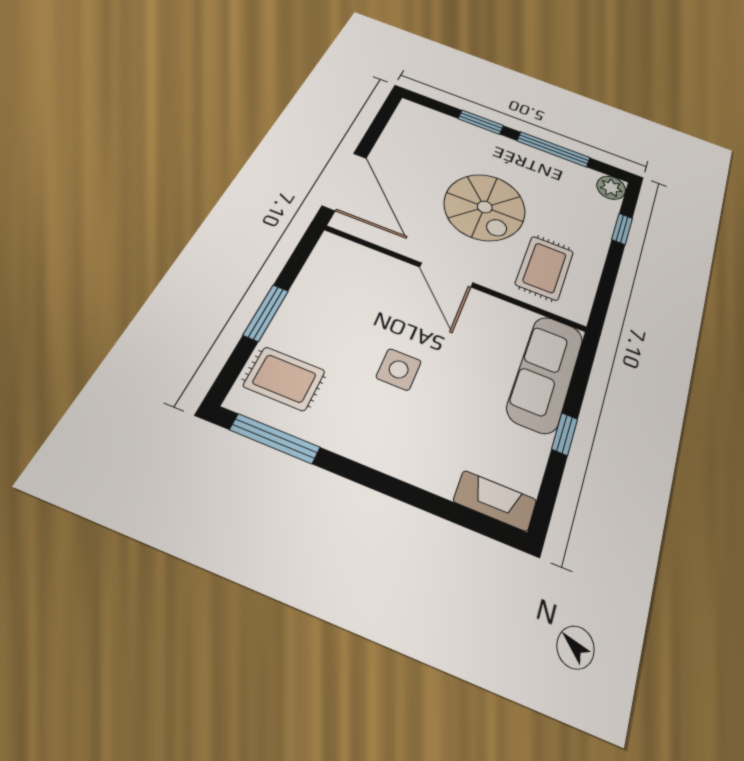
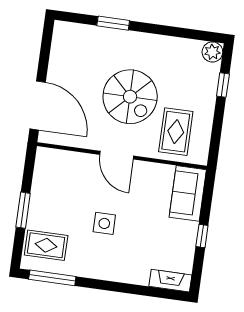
window: (553, 149) -> (168, 31), removed
sofa: (546, 373) -> (188, 193), width x0.73

